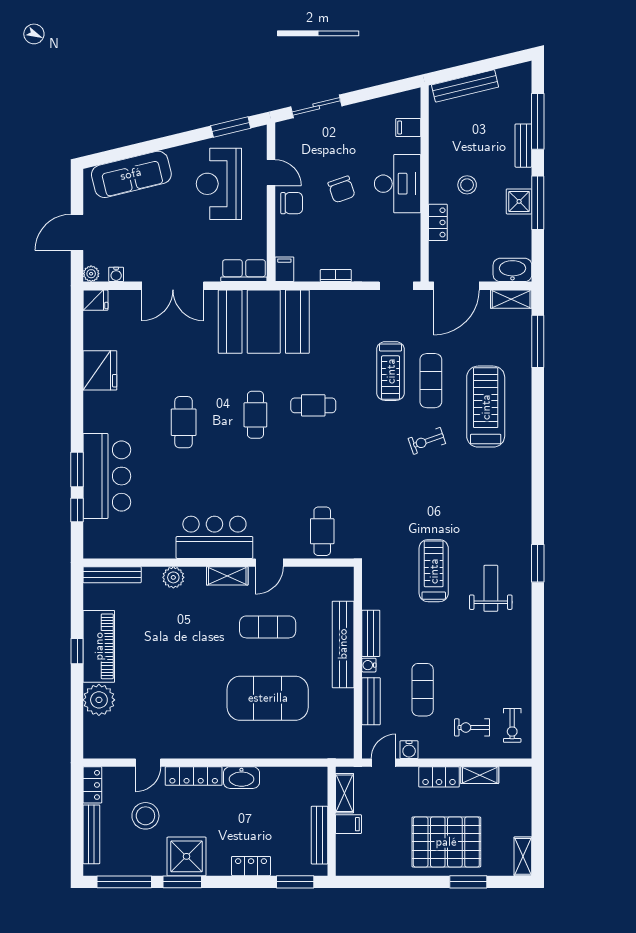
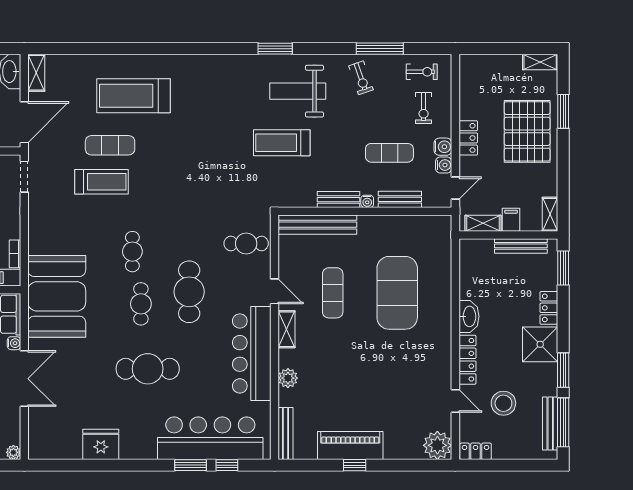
water cooler: (116, 274) -> (14, 343), moved
bookcase: (336, 276) -> (15, 254), moved
door: (456, 286) -> (24, 122), hinge flipped
fridge: (95, 300) -> (37, 448), removed
window: (538, 341) -> (380, 49), moved
cafe table: (255, 415) -> (141, 304), turned 90
cafe table: (184, 422) -> (148, 369), width x1.37, depth x1.35
exercise bike: (427, 441) -> (361, 78), moved
cafe table: (269, 468) -> (189, 292), added
bar counter: (107, 476) -> (210, 438), width x1.36
bar counter: (214, 537) -> (252, 353), width x1.36
weight bench: (491, 588) -> (298, 91), width x1.36, depth x1.33
bench: (343, 644) -> (317, 225), moved
plant: (99, 700) -> (437, 445), moved
water cooler: (429, 749) -> (443, 147), added
door: (384, 763) -> (455, 188), swing flipped
shelving: (480, 775) -> (550, 214), moved
bench: (91, 834) -> (550, 424), moved, turned 90
shower: (187, 856) -> (540, 344), moved

